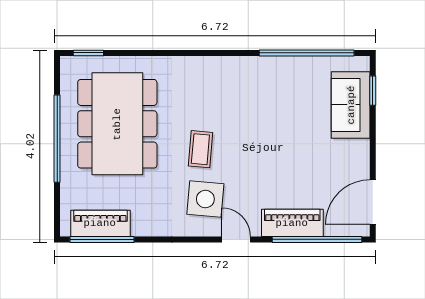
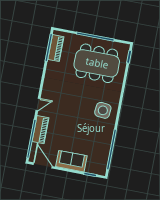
sofa: (351, 105) -> (71, 161), moved
coffee table: (200, 149) -> (79, 97), removed
side table: (205, 199) -> (103, 110), moved

